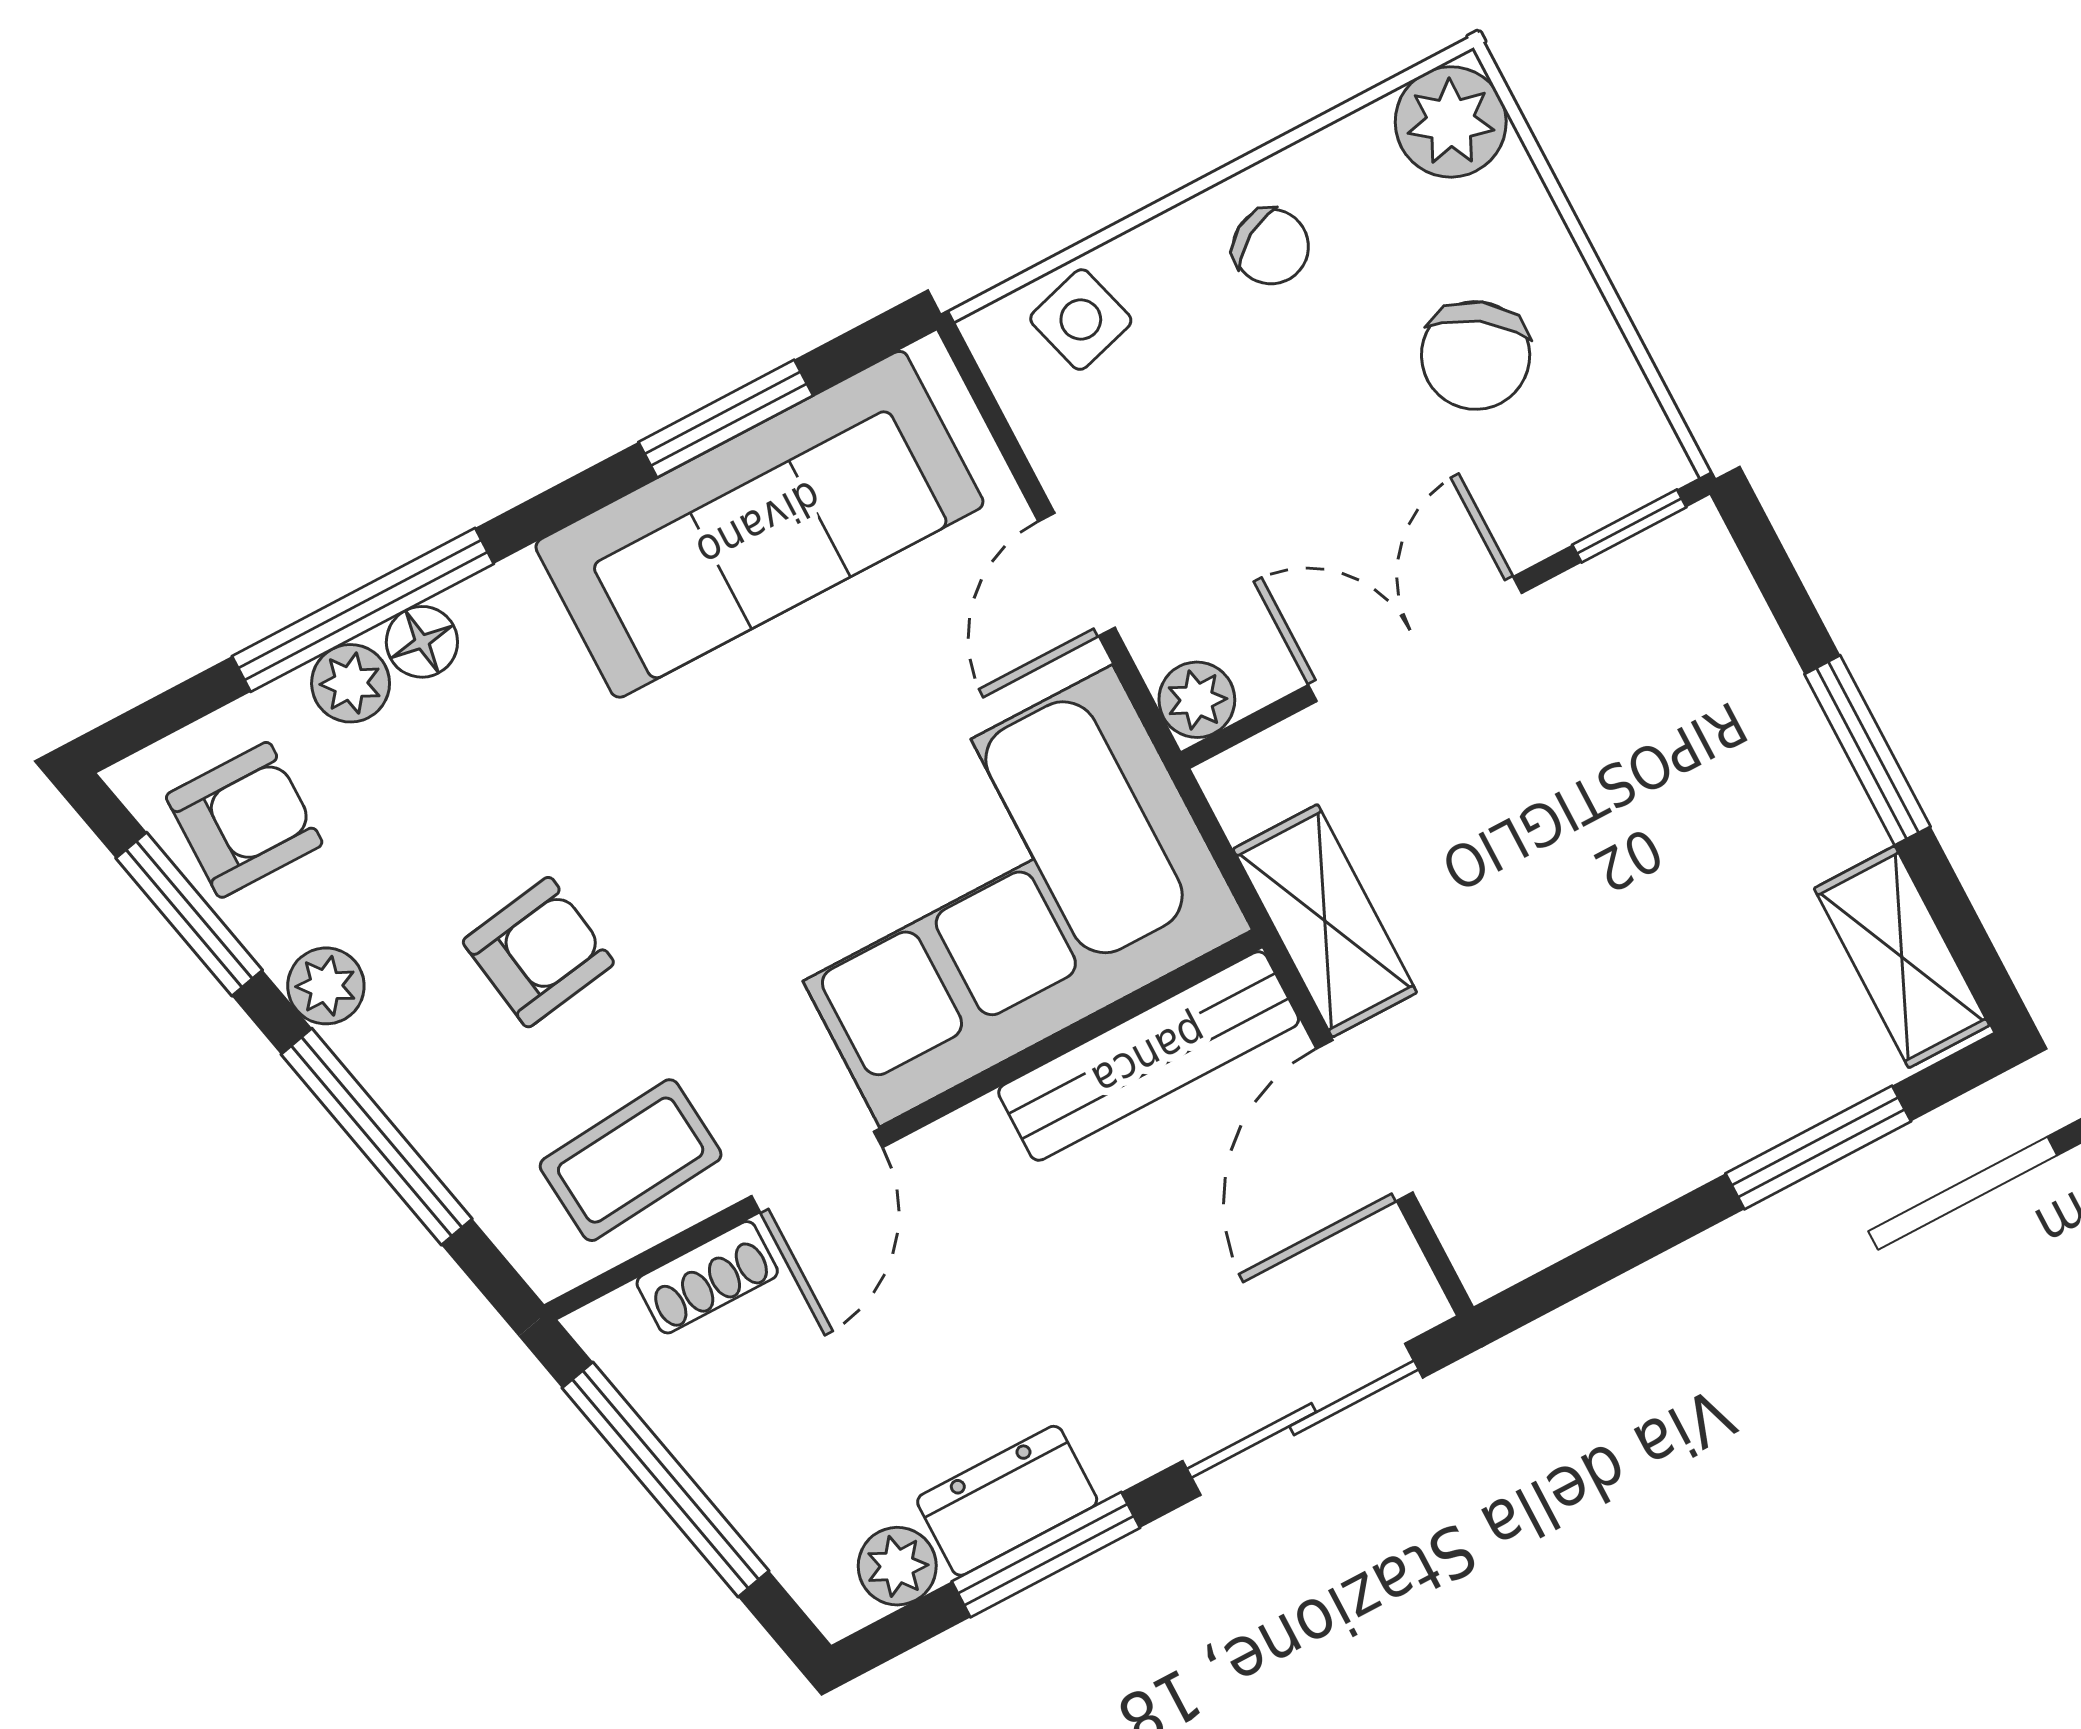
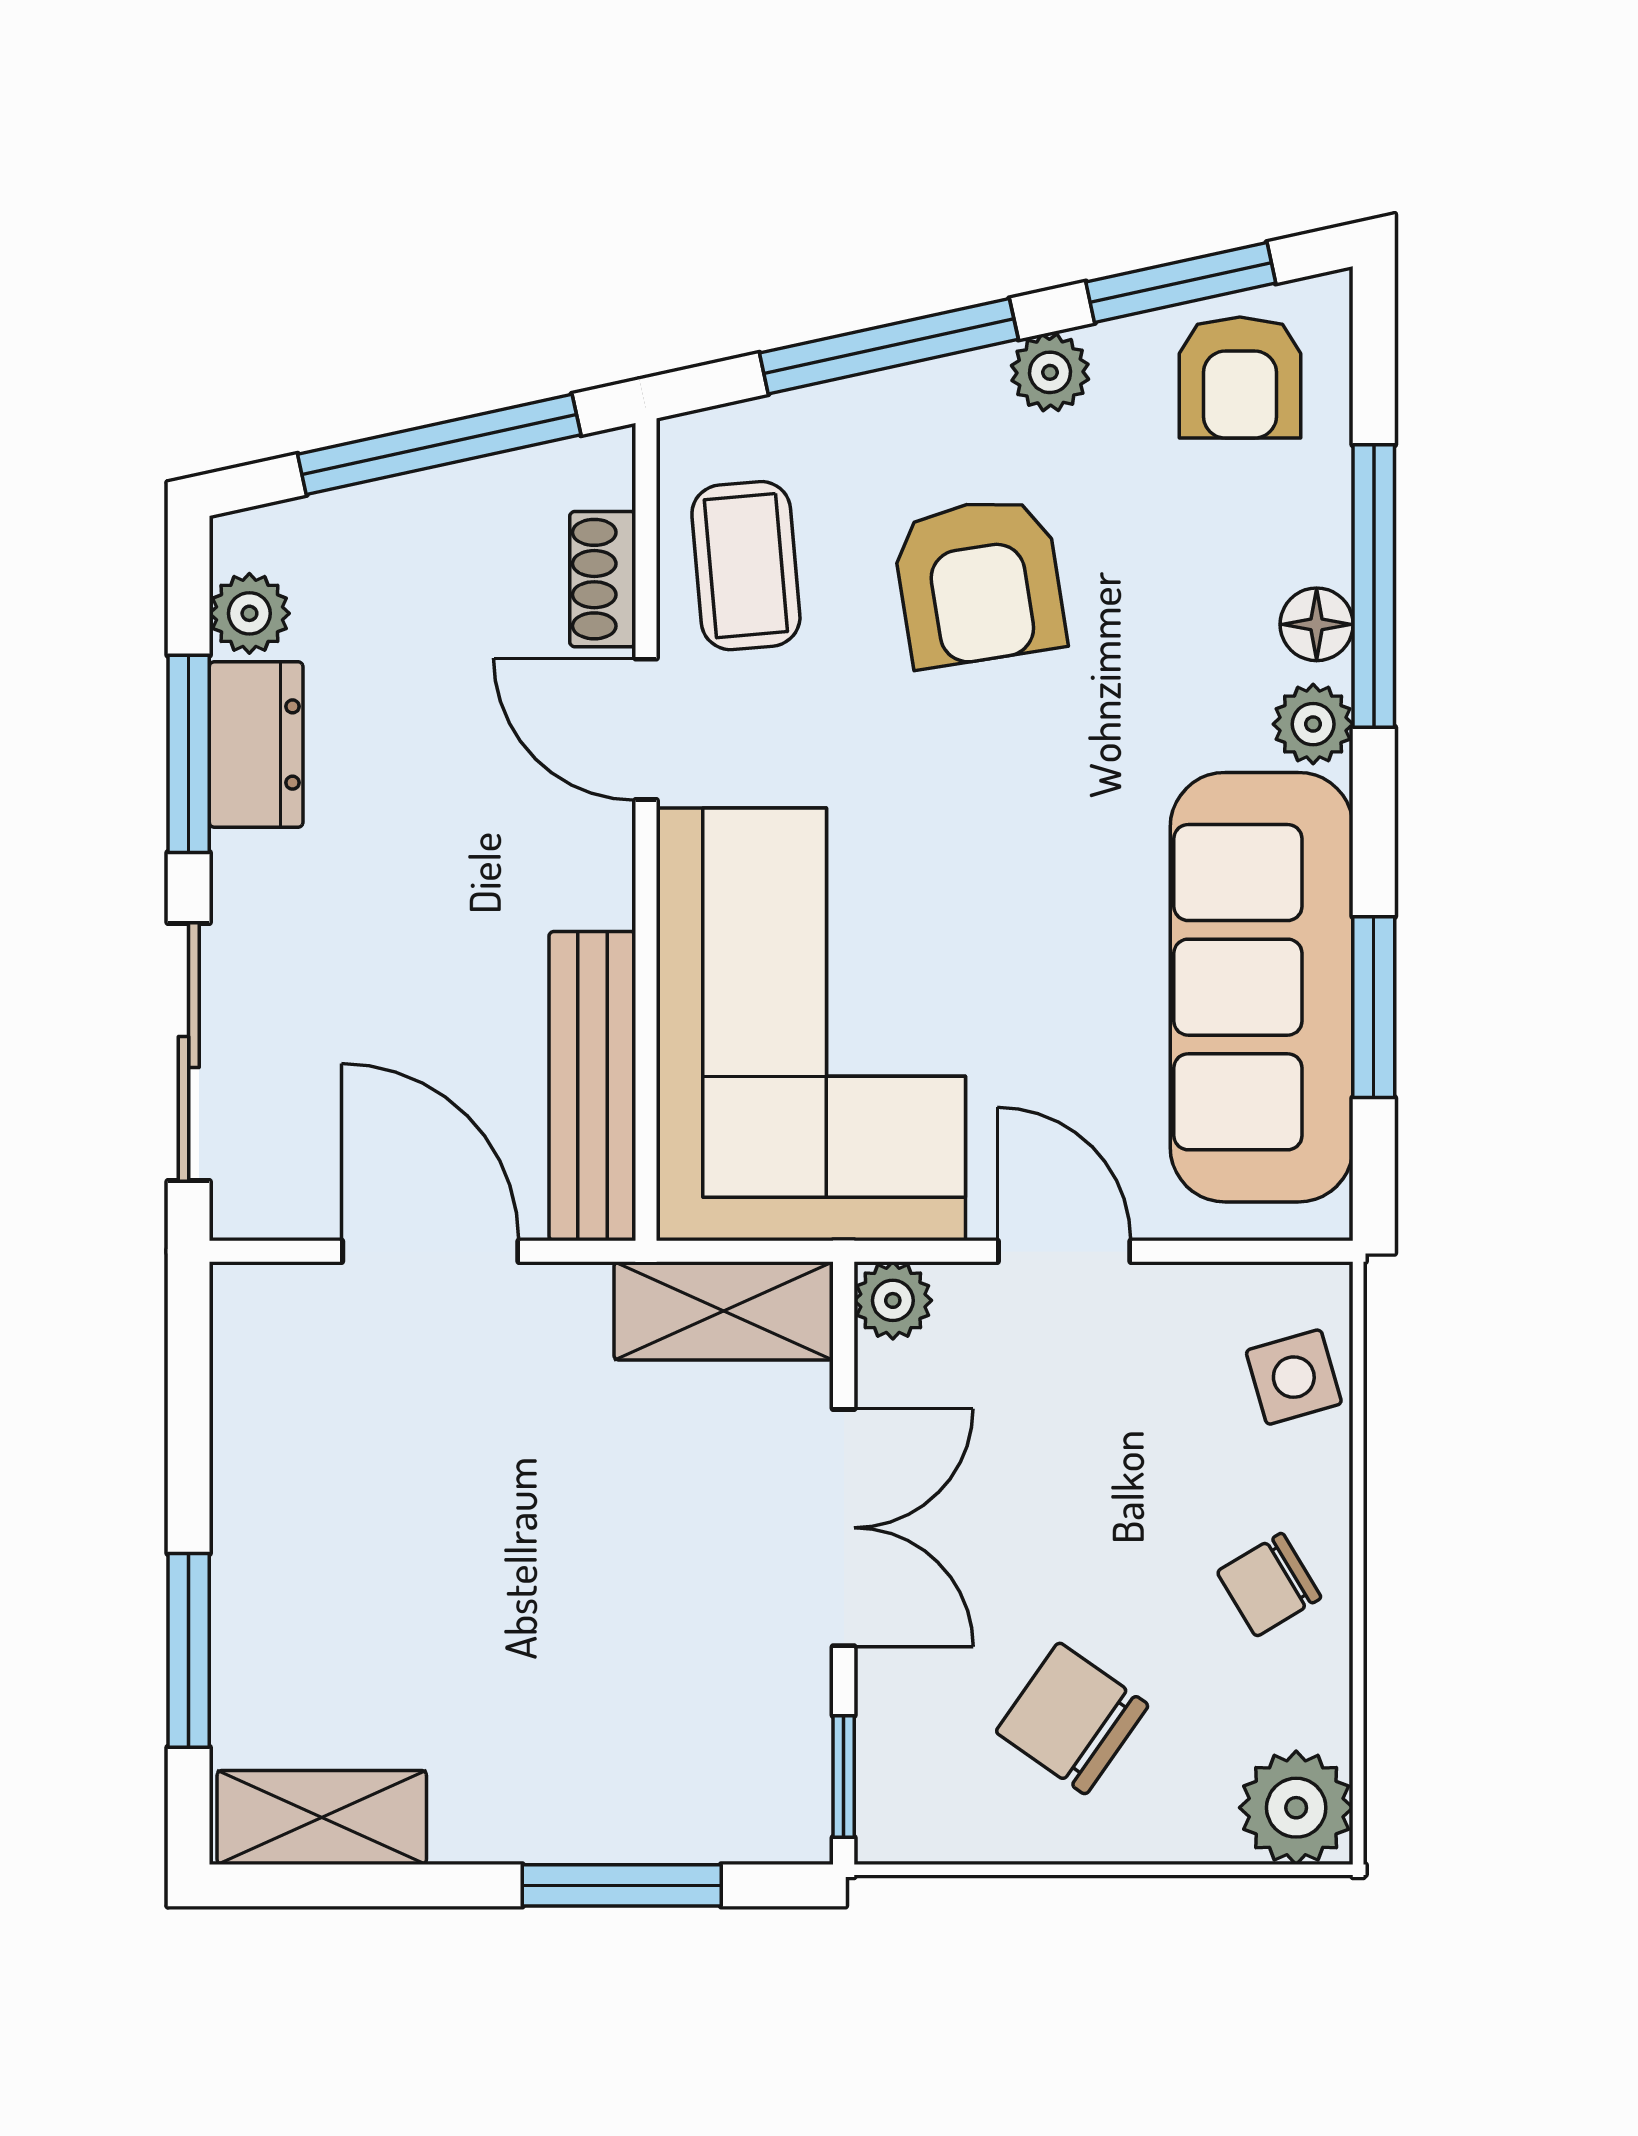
plant: (351, 683) -> (1313, 724), moved
window: (1867, 750) -> (622, 1885), moved
shelving: (1325, 921) -> (724, 1311), moved
armchair: (538, 952) -> (979, 581), width x1.38, depth x1.38

